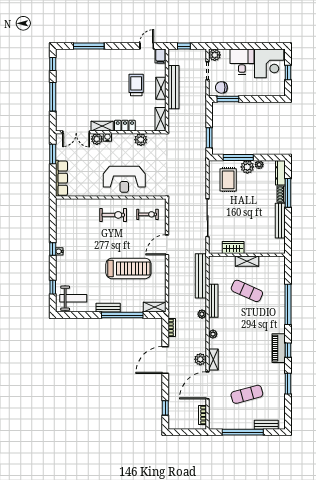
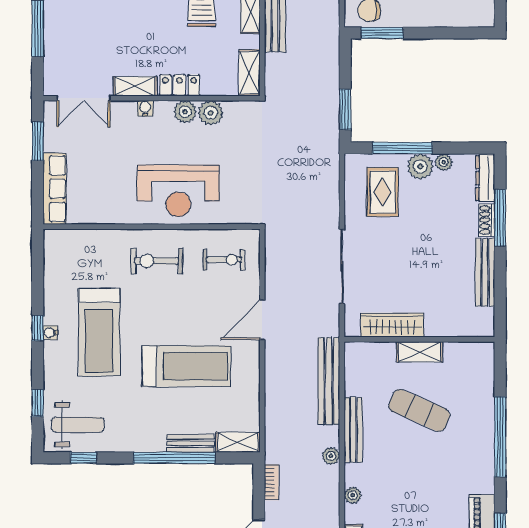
plant: (97, 139) -> (185, 112), moved
exercise bike: (113, 215) -> (157, 261), turned 180
wardrobe: (233, 248) -> (392, 325), width x1.50
treadmill: (84, 251) -> (99, 332), added
bench: (108, 308) -> (190, 443), moved
window: (76, 315) -> (84, 458), added

